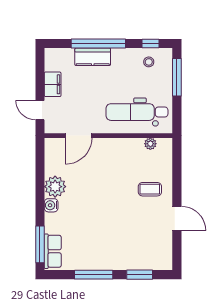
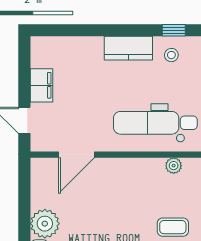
window: (98, 44) -> (103, 30), removed
kitchen counter: (93, 57) -> (128, 48), moved

